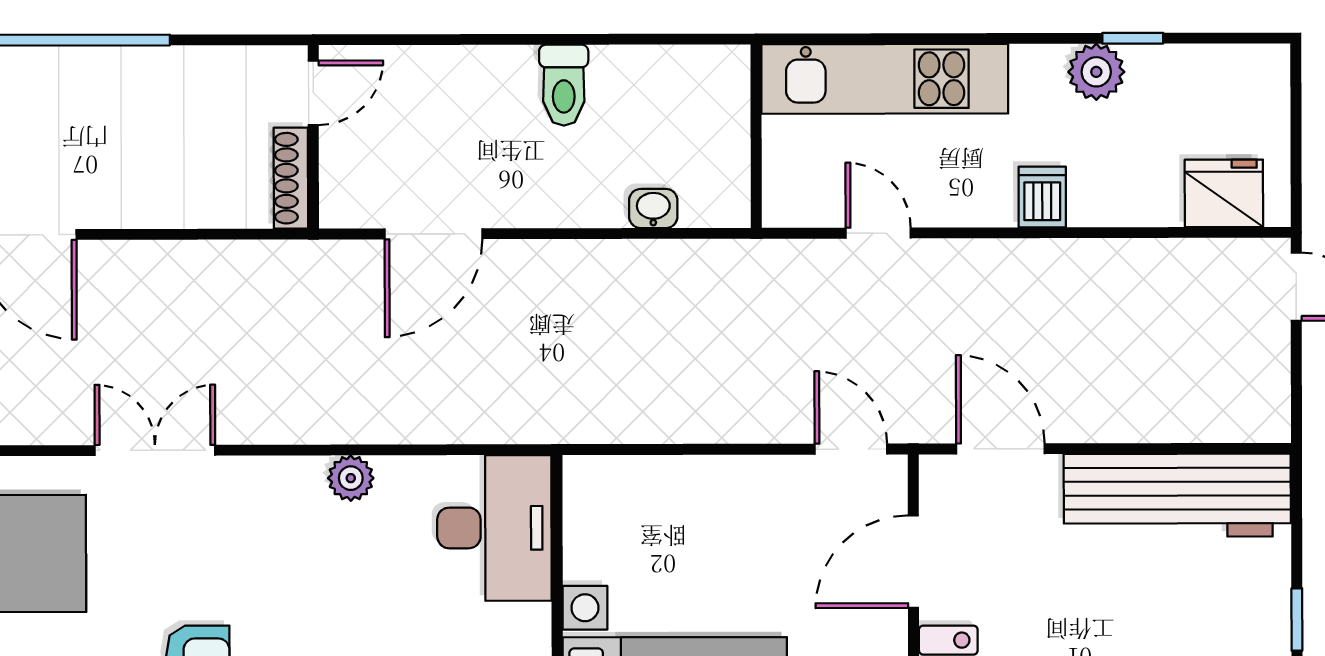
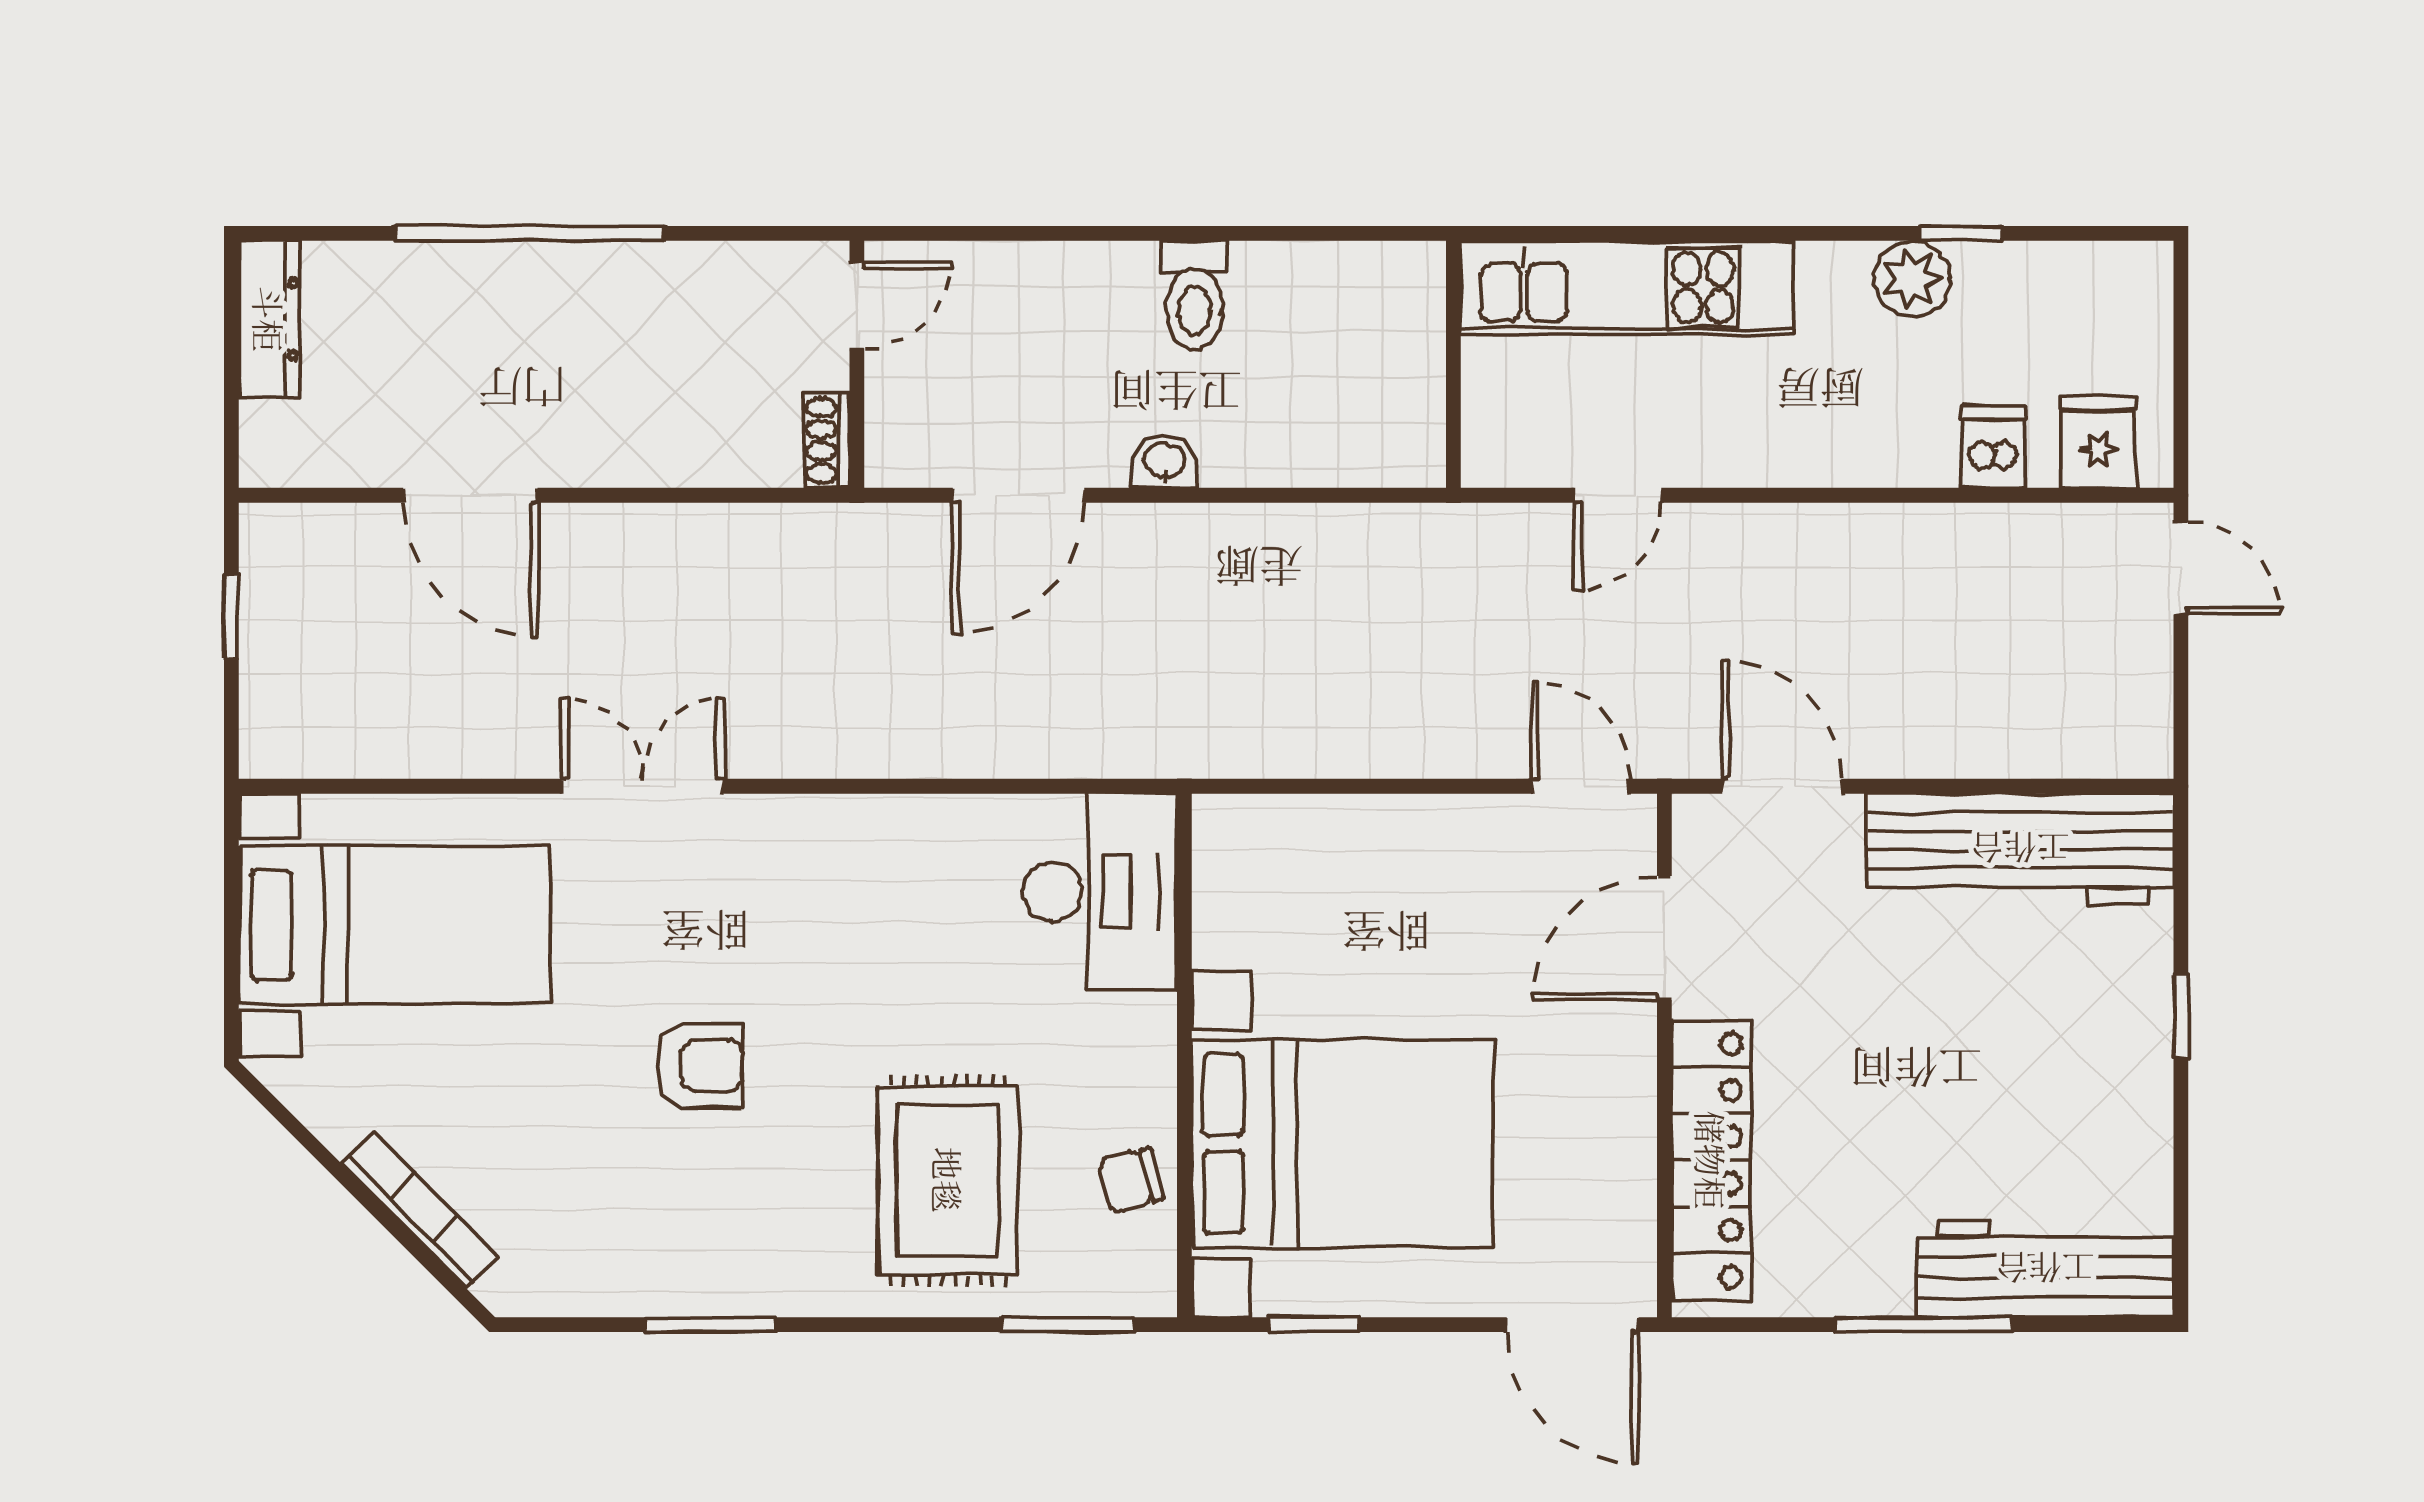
shoe rack: (291, 178) -> (827, 440), width x0.70
fridge: (1224, 193) -> (2098, 443), width x0.72
dishwasher: (1042, 197) -> (1993, 447), moved
washbasin: (653, 208) -> (1165, 462), moved
door: (878, 233) -> (1618, 495), swing flipped
plant: (351, 478) -> (907, 824), removed

